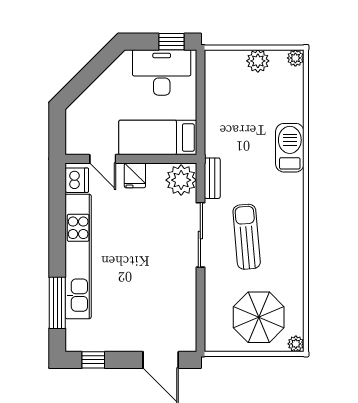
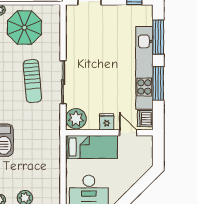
bench: (212, 178) -> (55, 120), removed
window: (57, 233) -> (158, 83), added

